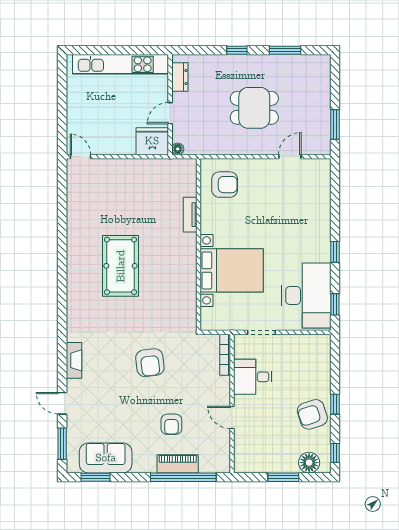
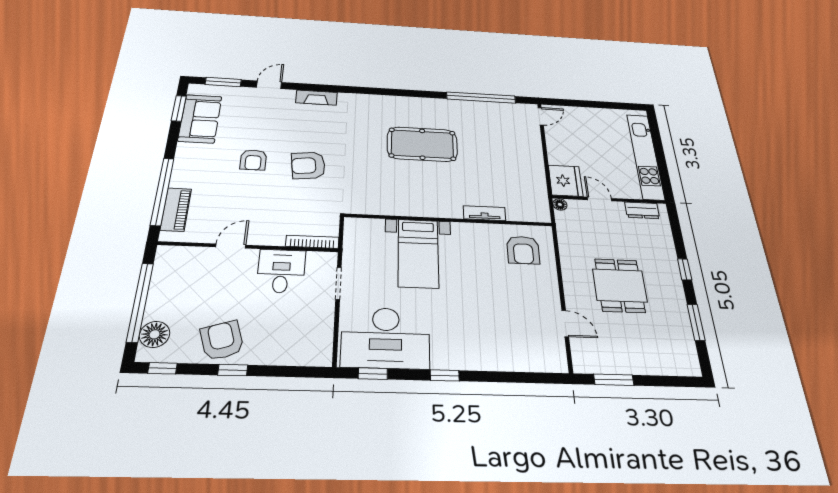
window: (62, 211) -> (481, 98), added
bed with nightstands: (232, 270) -> (418, 253), width x0.73
armchair: (171, 424) -> (253, 160), moved, turned -90
piano: (178, 464) -> (176, 209), moved
window: (283, 477) -> (140, 302), width x2.11

